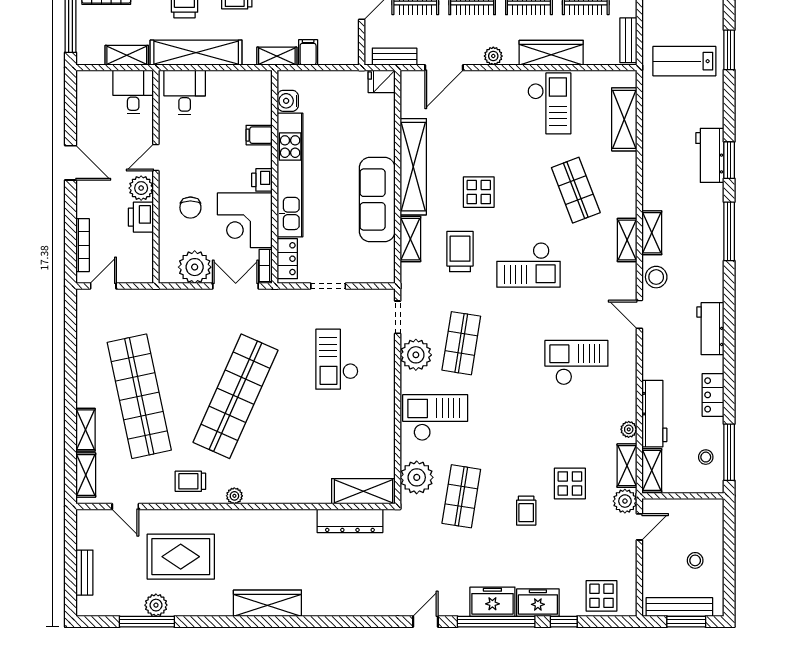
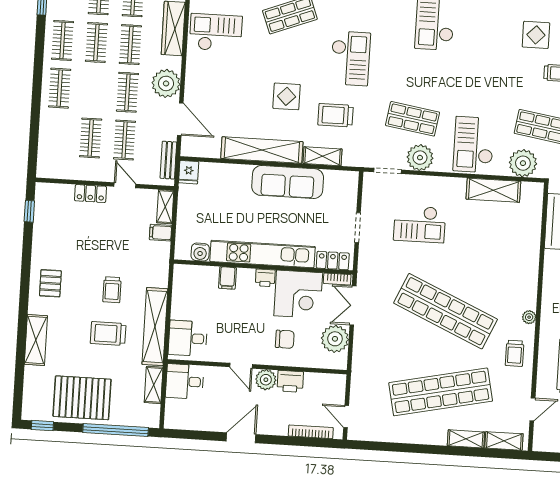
shelving: (277, 56) -> (165, 207), moved
plant: (493, 56) -> (166, 83), width x1.88, depth x1.88
shelving: (363, 491) -> (493, 190), moved, turned 90

